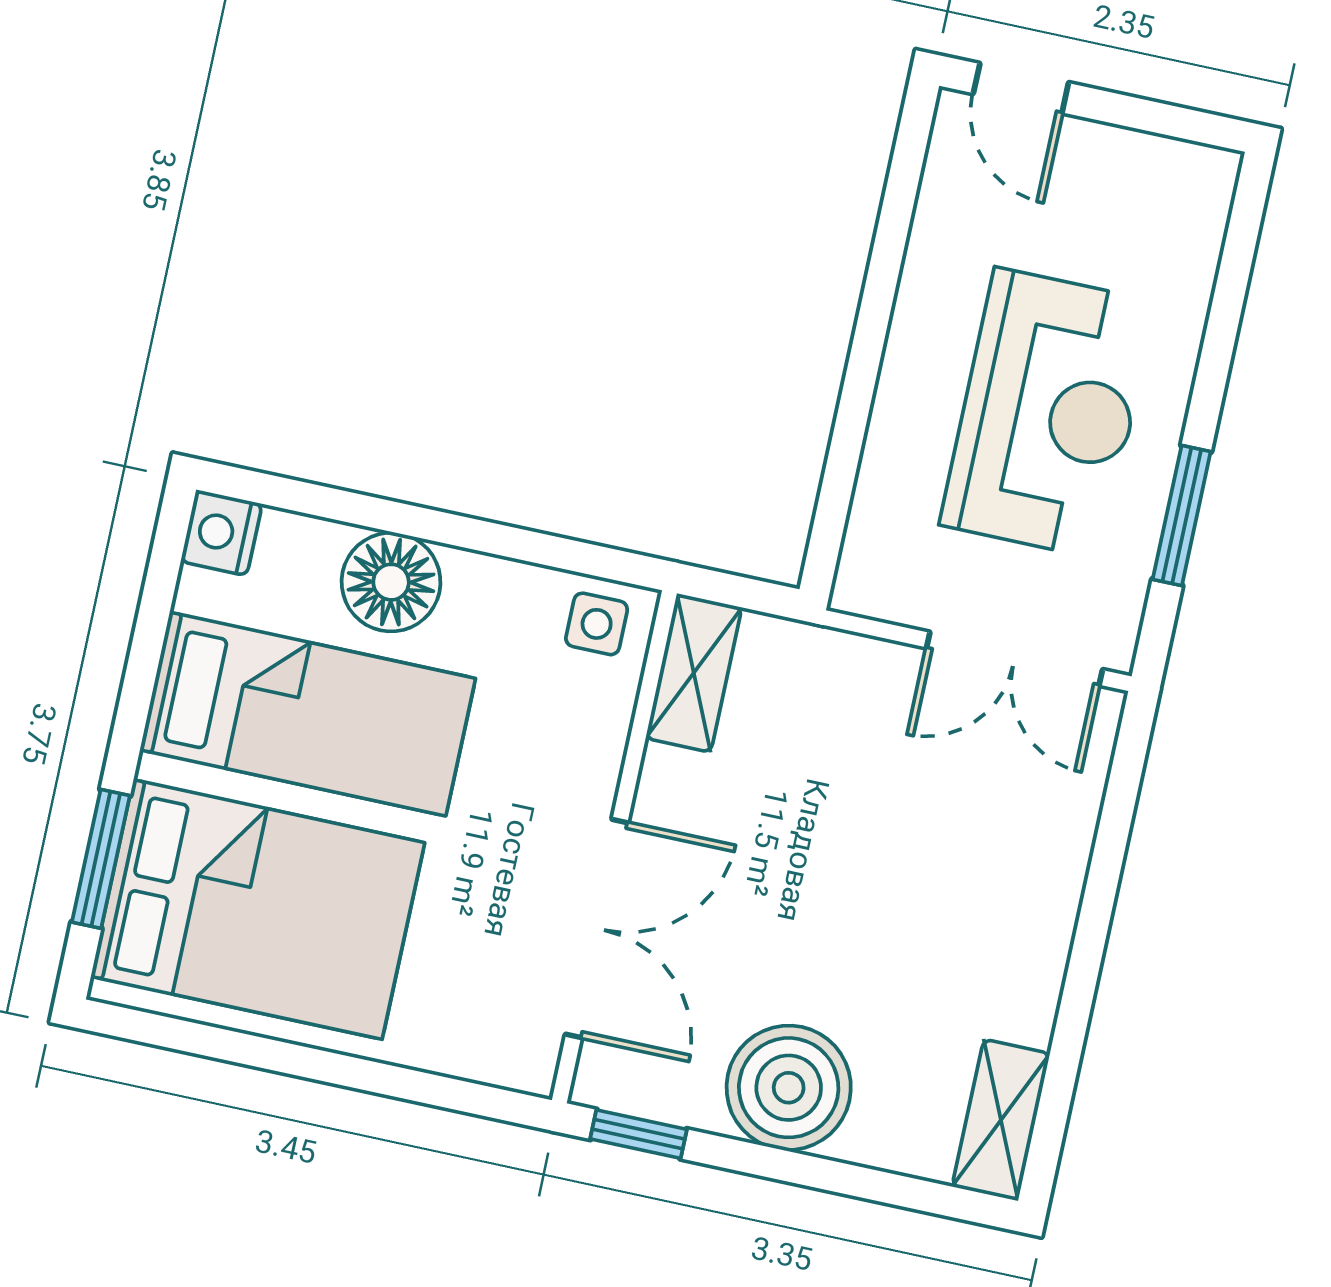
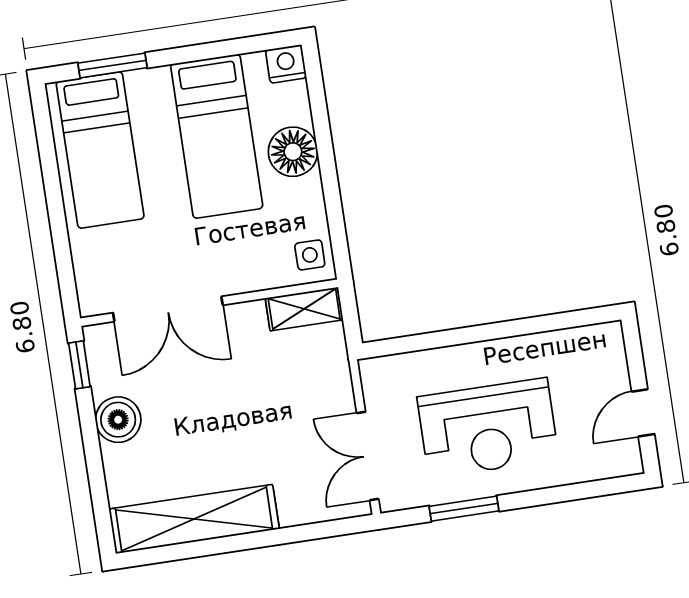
door: (1021, 88) -> (643, 413), moved
bed: (258, 910) -> (100, 150), width x0.67
boiler: (789, 1088) -> (118, 420), width x0.73, depth x0.73
shelving: (1001, 1120) -> (194, 519), width x2.20, depth x1.33

